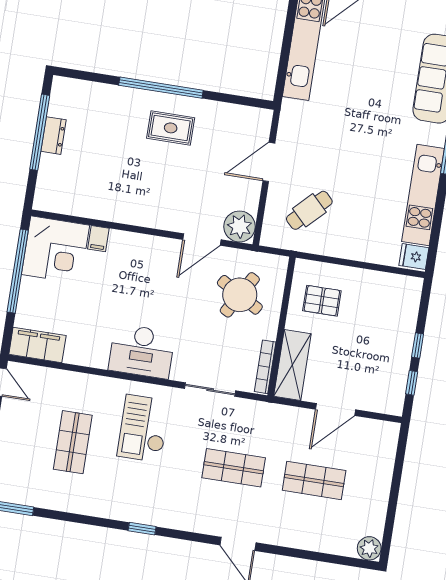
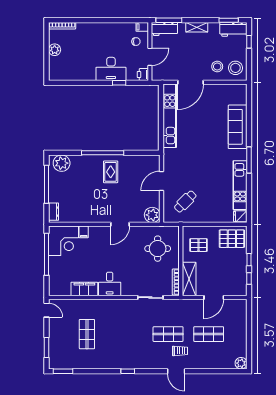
plant: (76, 95) -> (62, 163), added
rug: (171, 128) -> (111, 172), turned 90
dresser: (54, 136) -> (54, 212), moved
door: (202, 240) -> (120, 224), moved
round table: (240, 295) -> (158, 249), turned -30
pallet: (390, 299) -> (232, 239), added
filing cabinet: (37, 345) -> (84, 289), moved
desk: (142, 351) -> (110, 284), width x0.73
checkout: (143, 428) -> (121, 322), removed
trolley: (252, 505) -> (180, 351), added

